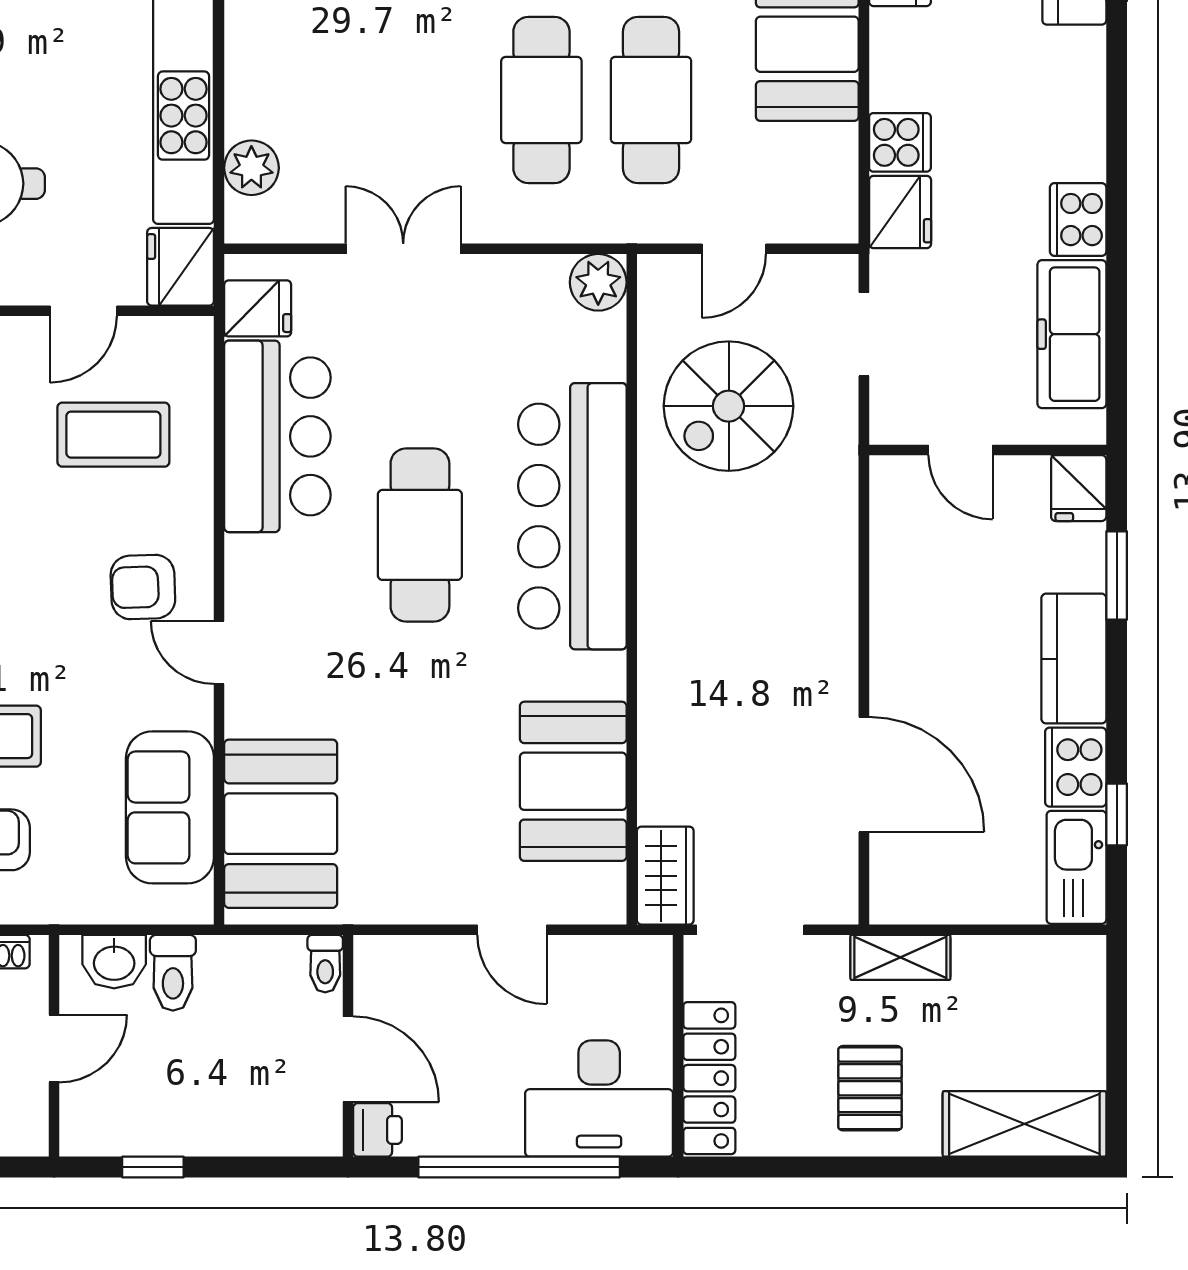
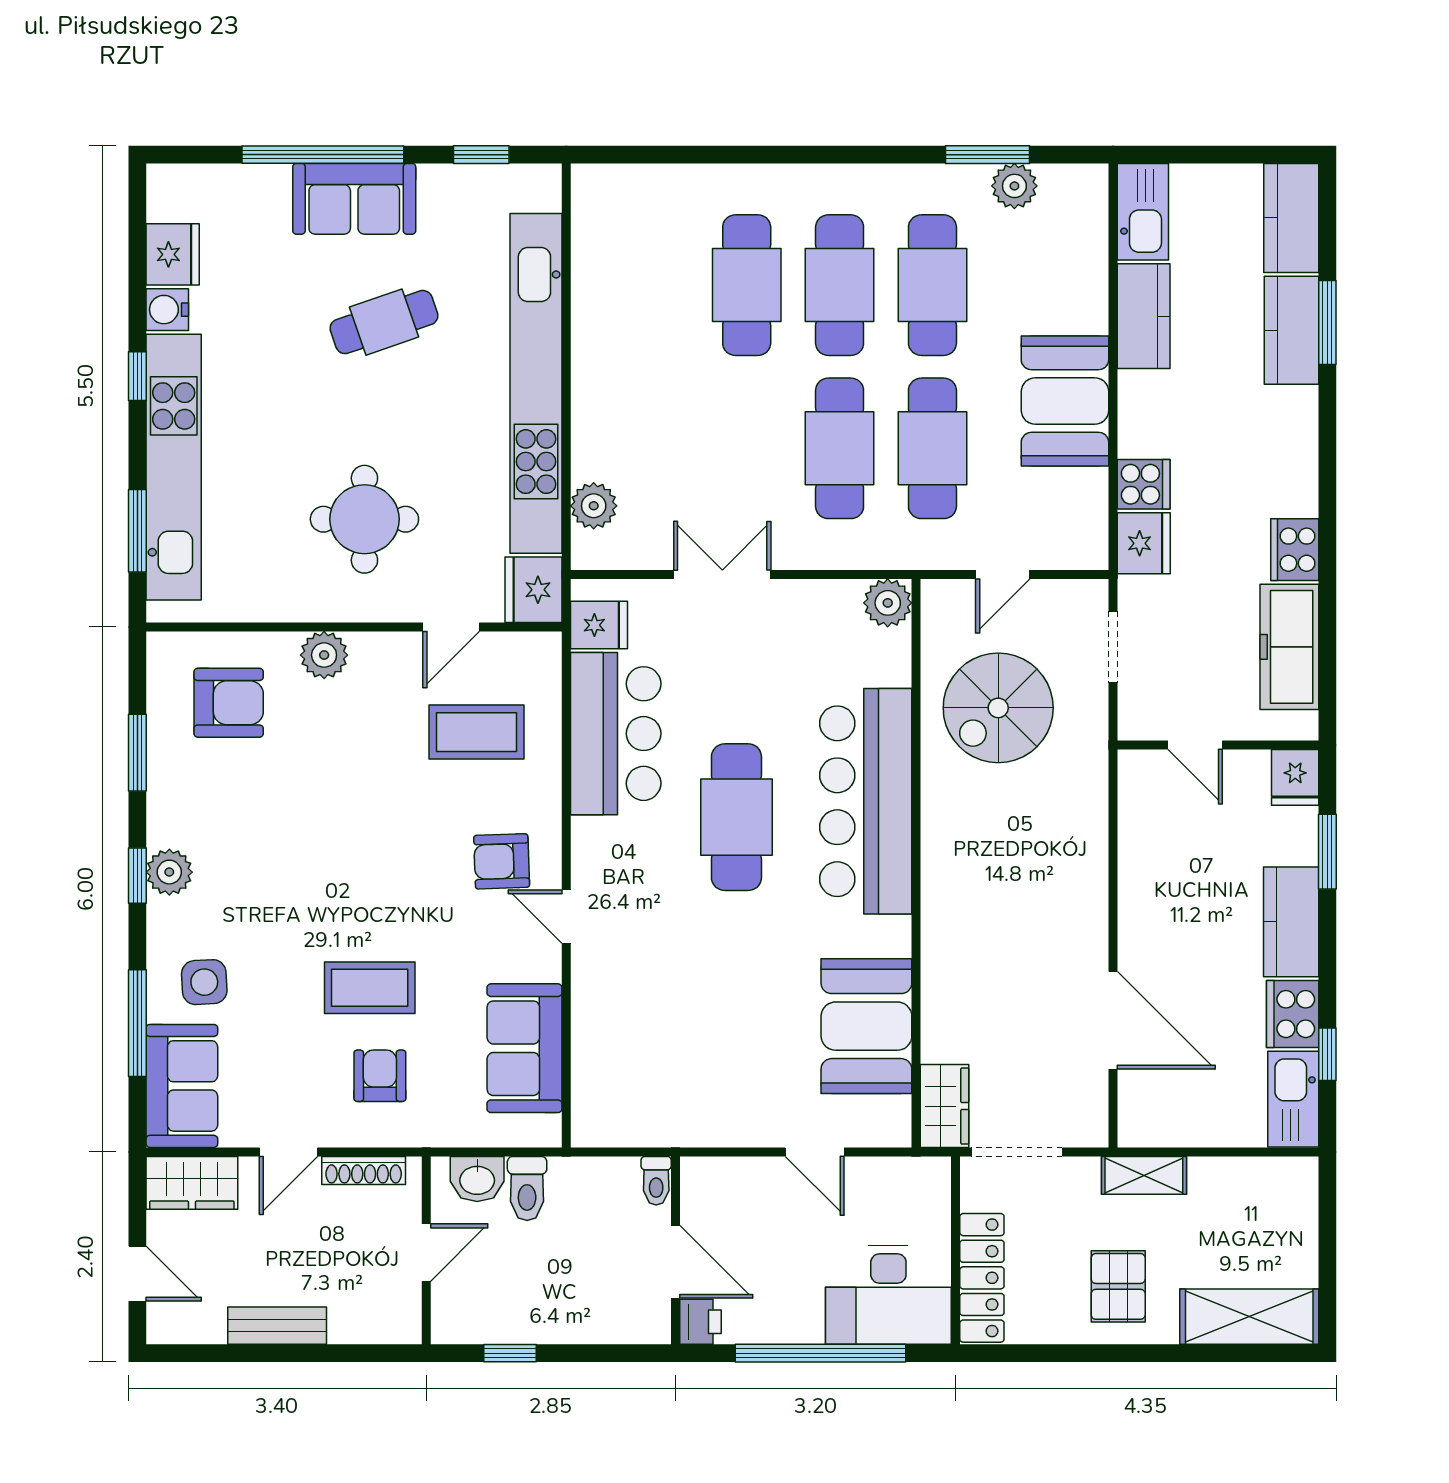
booth: (281, 824) -> (618, 1062), removed

